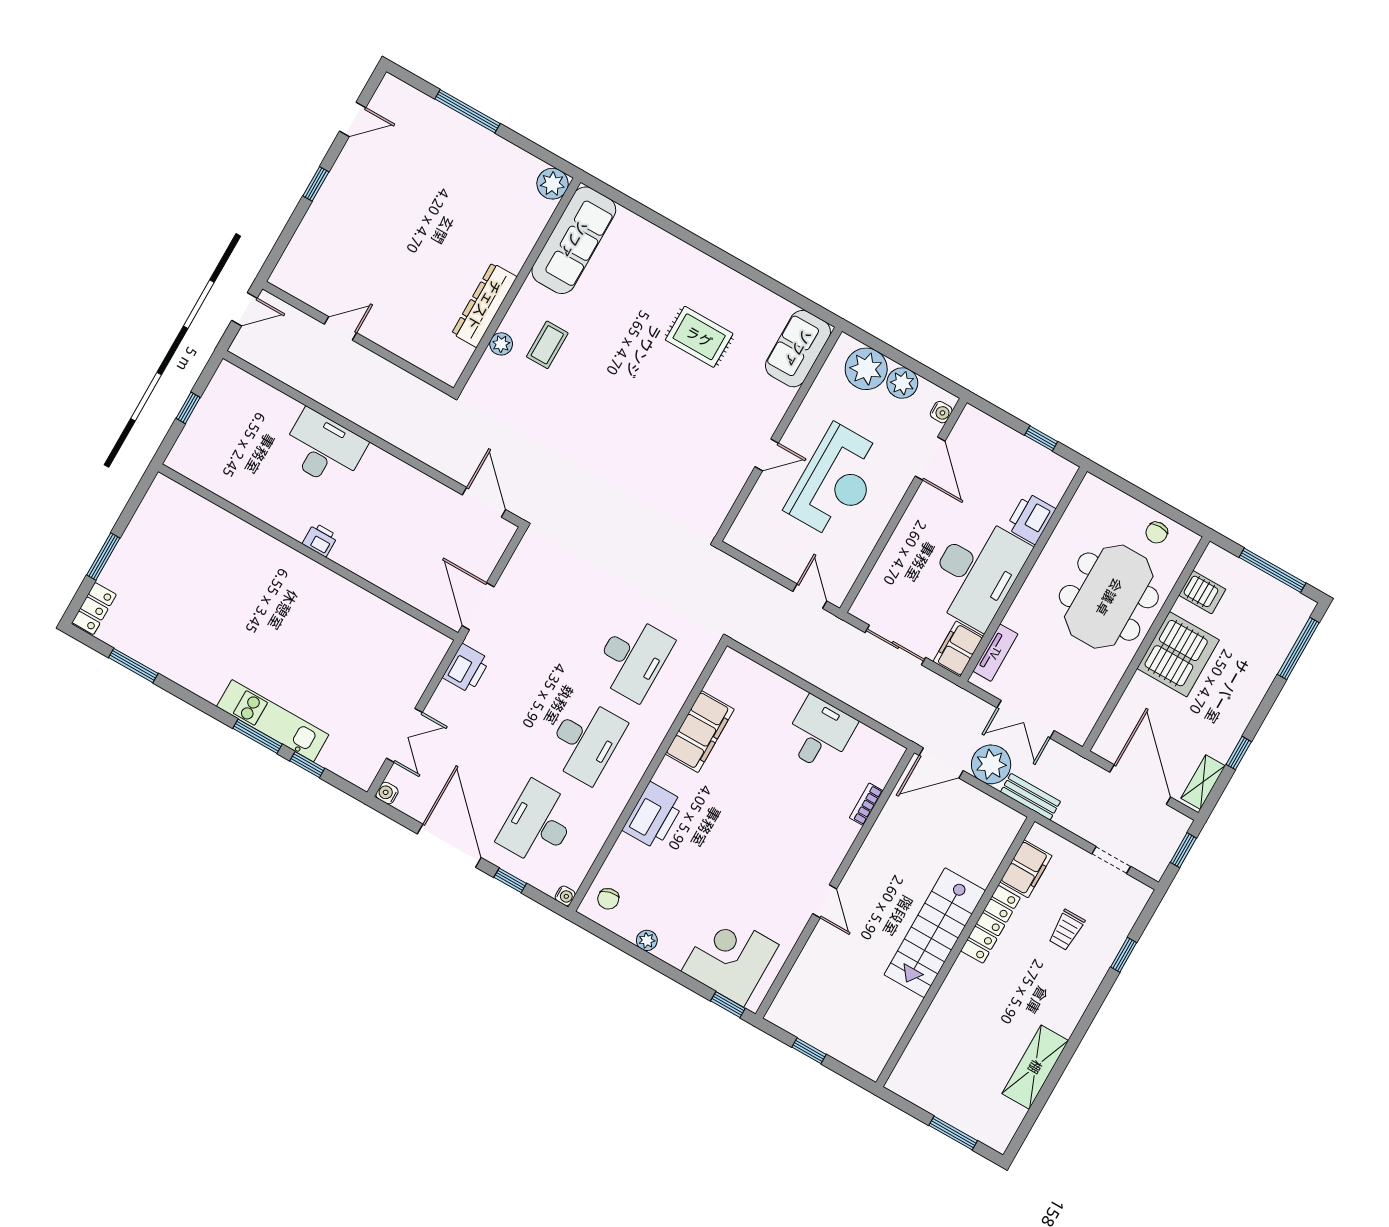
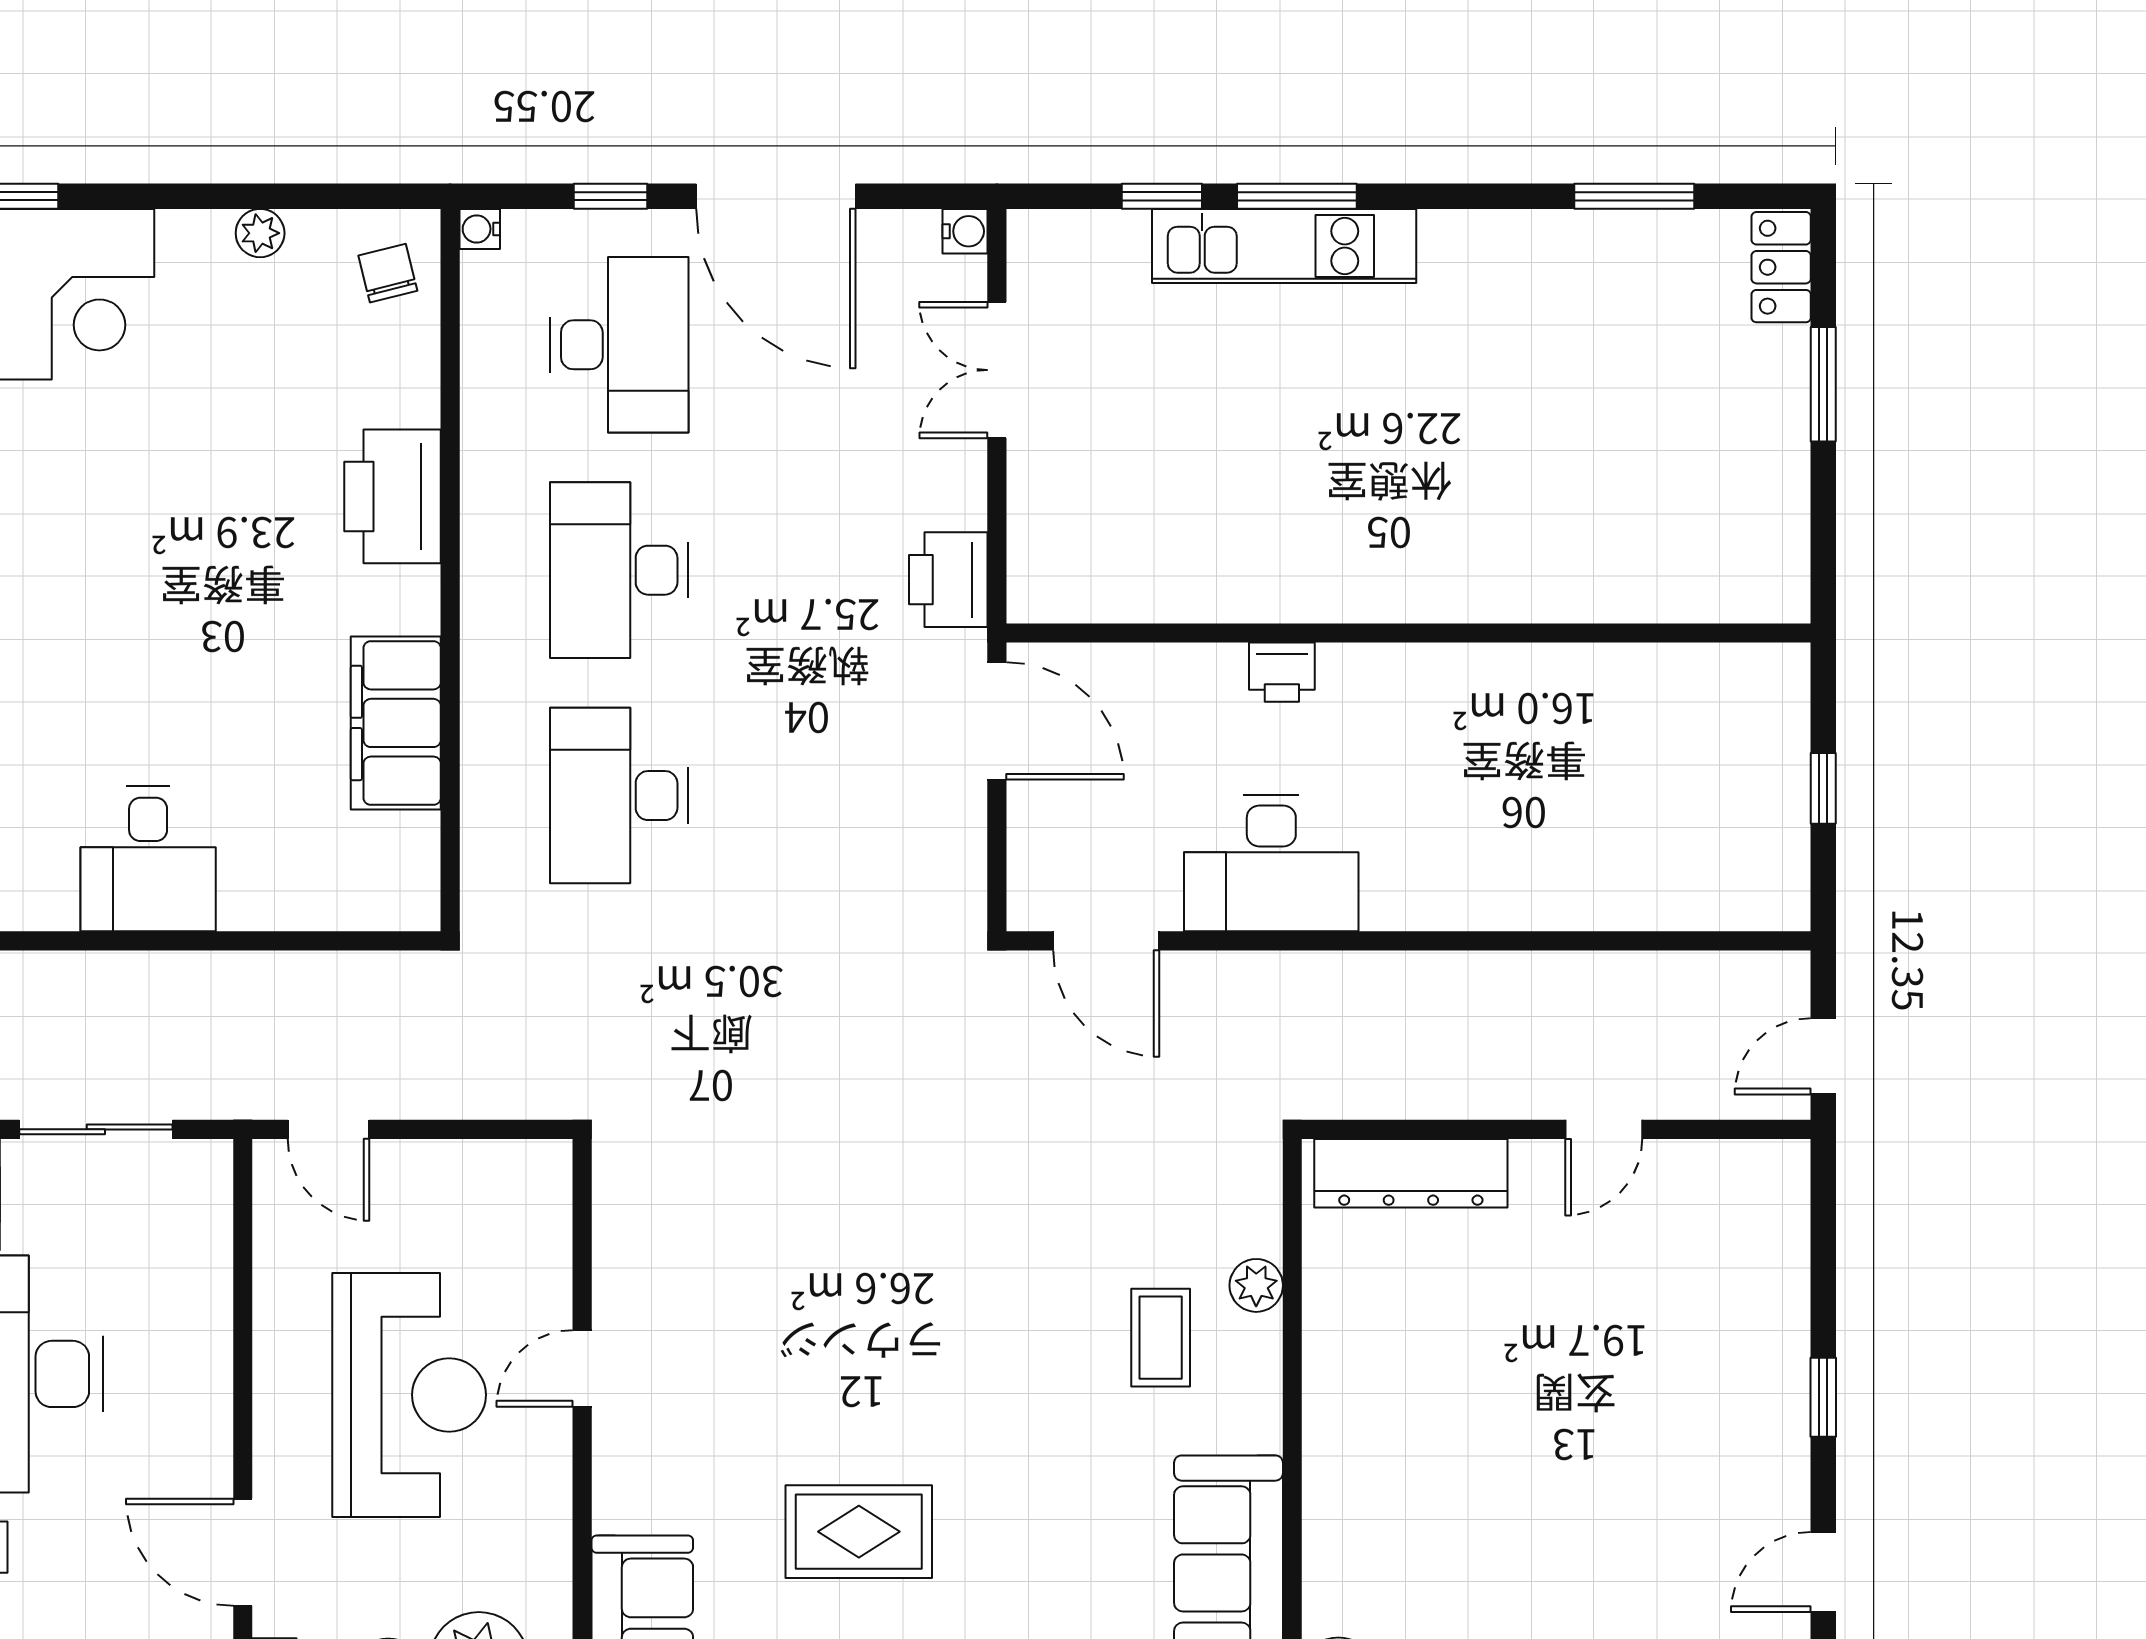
dresser: (484, 305) -> (1411, 1173), moved, turned 90
desk: (324, 449) -> (1271, 863), moved
reception desk: (836, 481) -> (409, 1395), turned 180
printer: (320, 540) -> (1282, 672), moved

